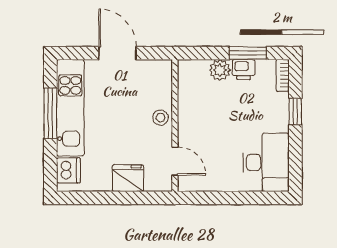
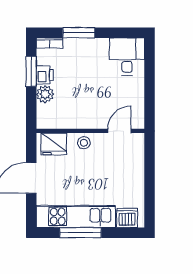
window: (295, 111) -> (79, 33), width x1.50
desk: (266, 162) -> (127, 57), width x0.73
fridge: (128, 178) -> (54, 144), moved, turned -90

